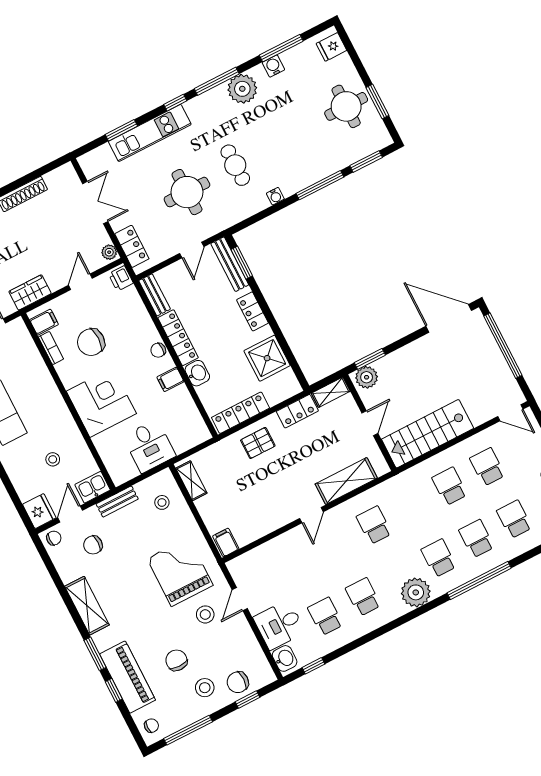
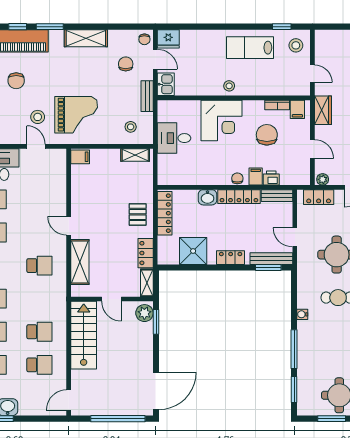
printer: (121, 278) -> (271, 178), moved
filing cabinet: (170, 379) -> (256, 177), moved
stool: (53, 459) -> (229, 86), moved
chair: (176, 660) -> (16, 81), turned 89

